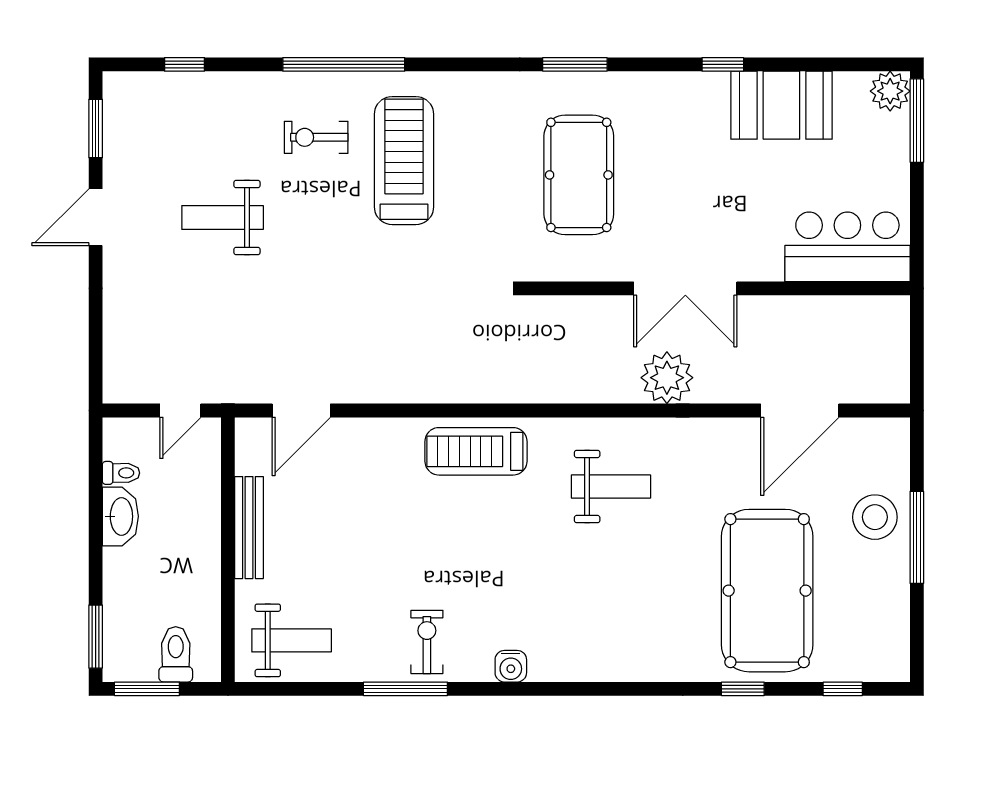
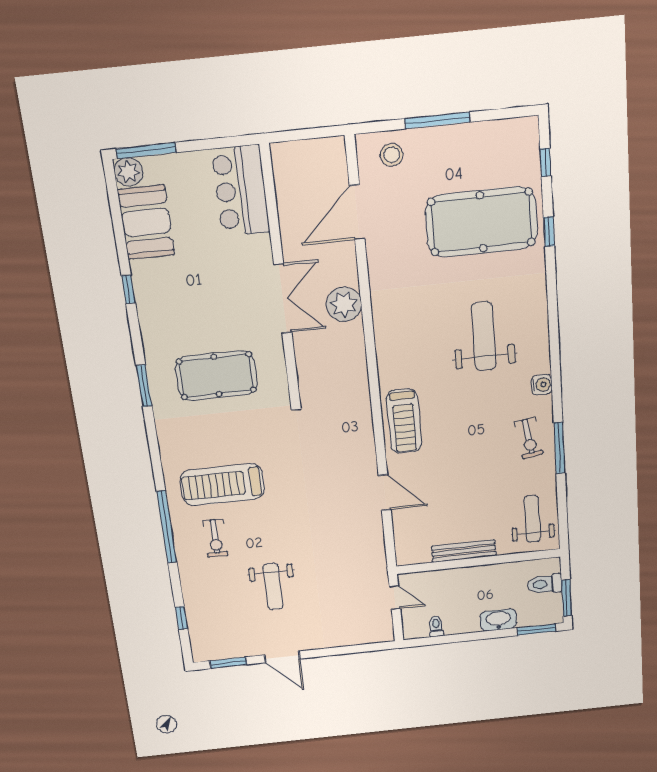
booth: (781, 105) -> (146, 222), moved
door: (301, 411) -> (385, 493), moved
door: (800, 411) -> (357, 212), swing flipped
weight bench: (611, 487) -> (484, 336), moved, width x1.36, depth x1.33
washbasin: (120, 516) -> (498, 620), moved
stool: (875, 517) -> (392, 155), moved, width x0.73, depth x0.73
exercise bike: (427, 642) -> (529, 438), turned -99

